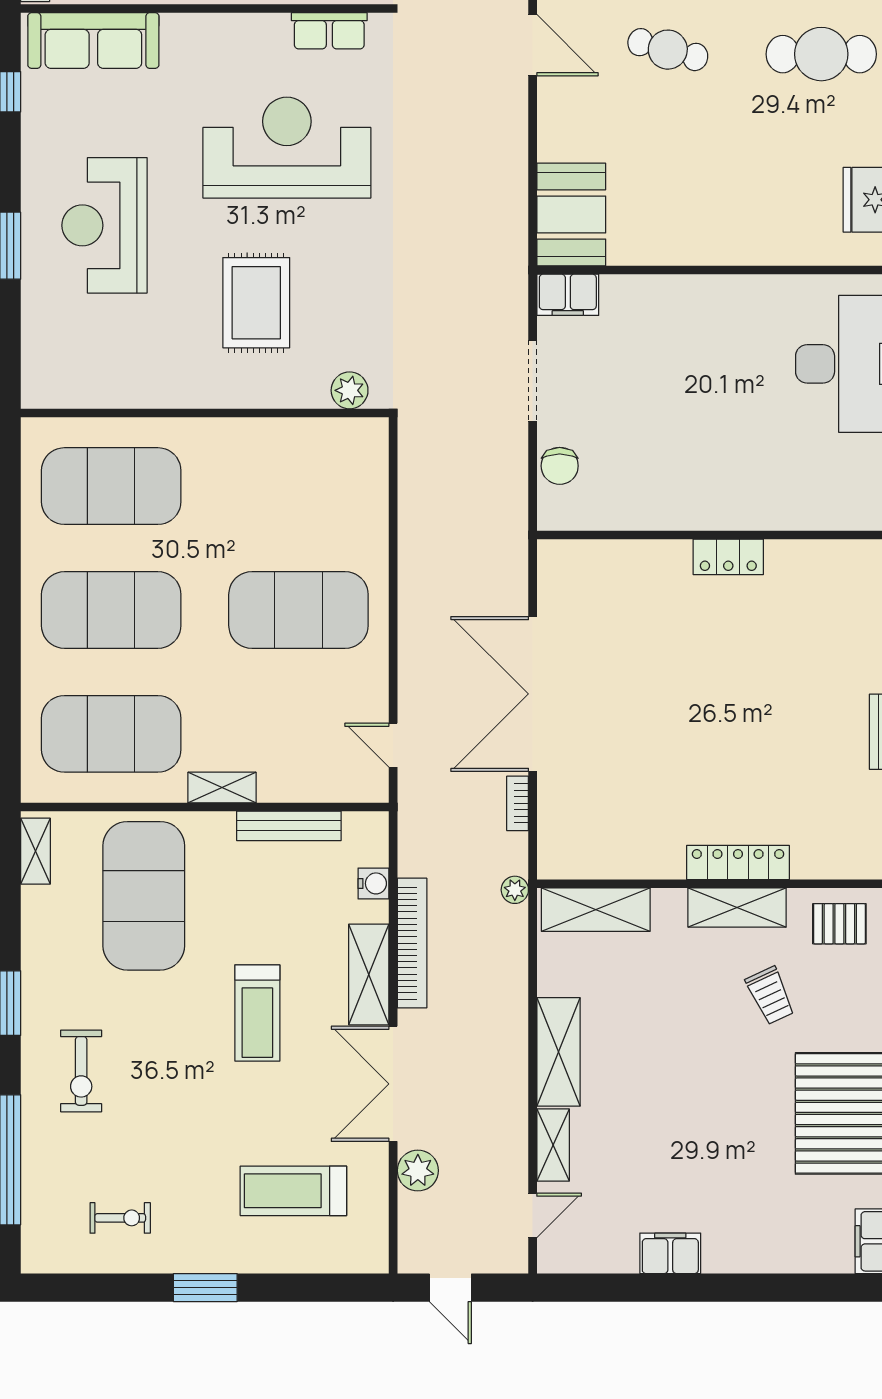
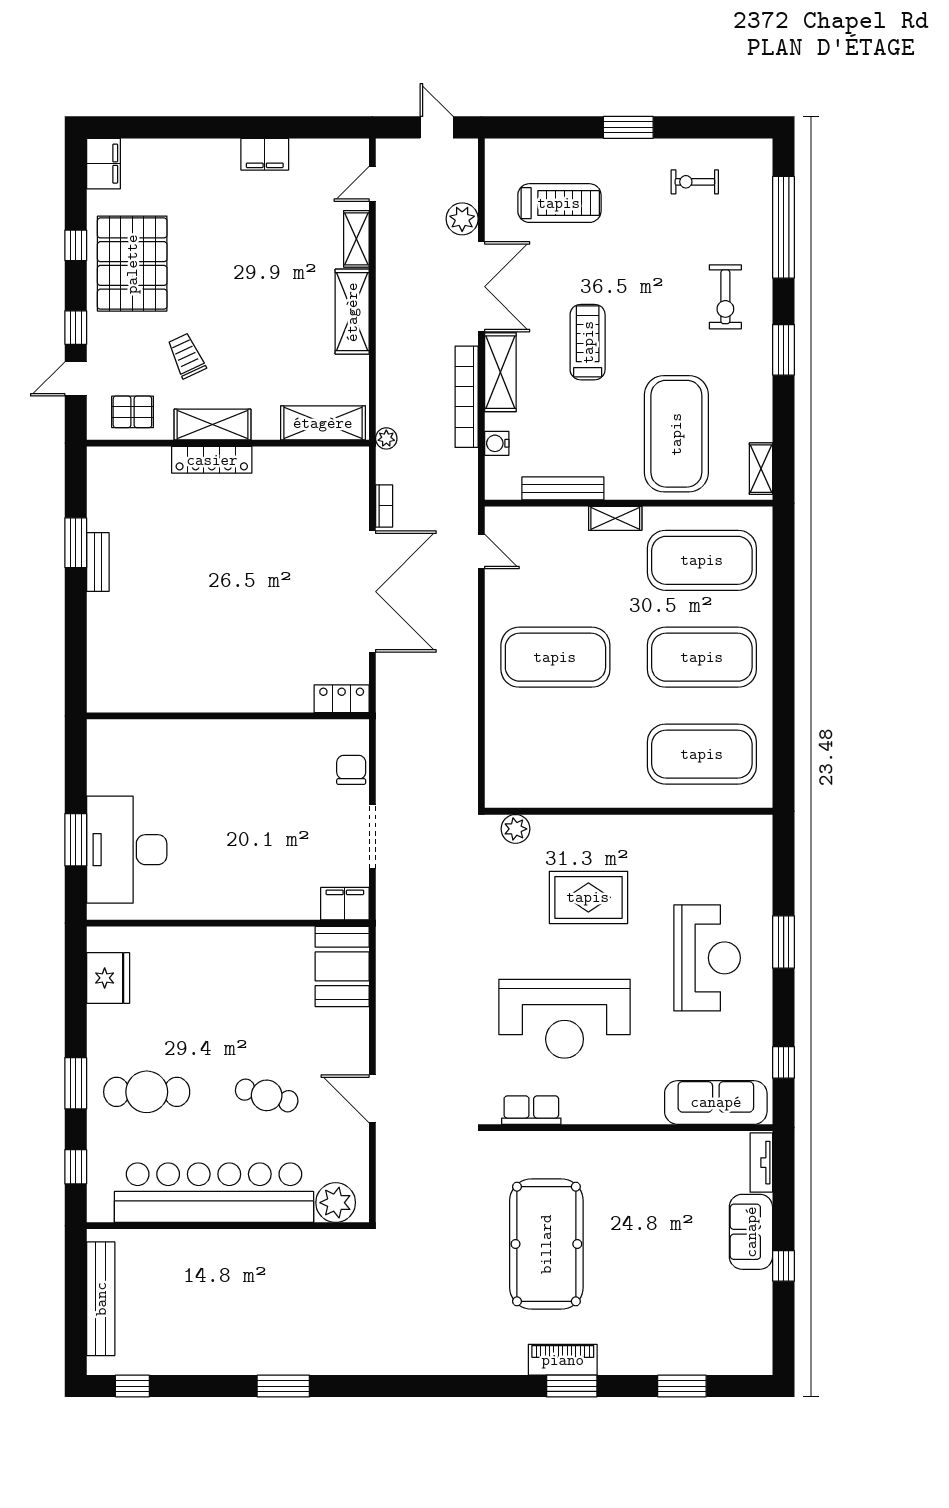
rug: (256, 303) -> (588, 897), turned 90
locker: (728, 557) -> (342, 699), moved
exercise bike: (81, 1071) -> (725, 297), turned 180

